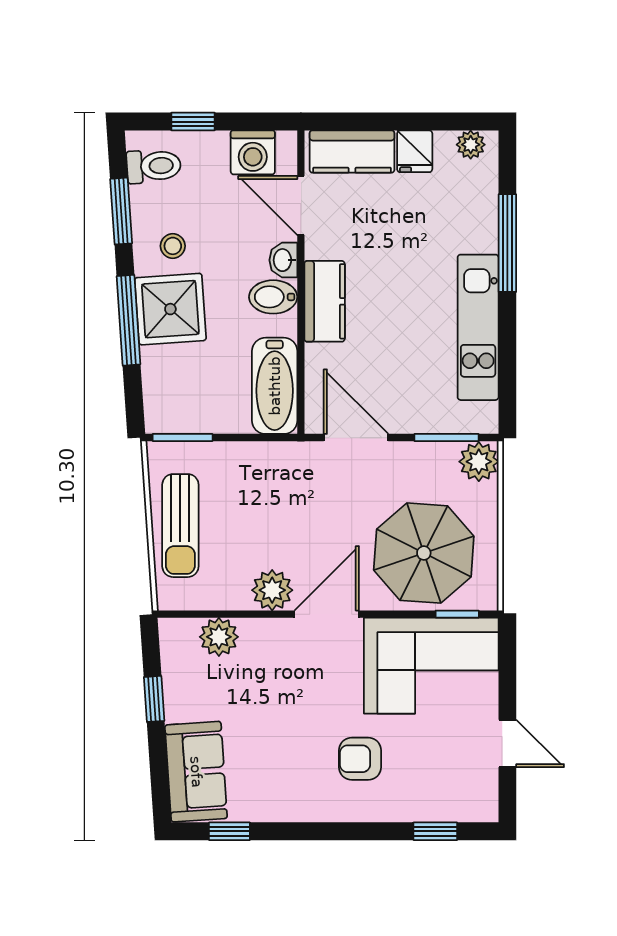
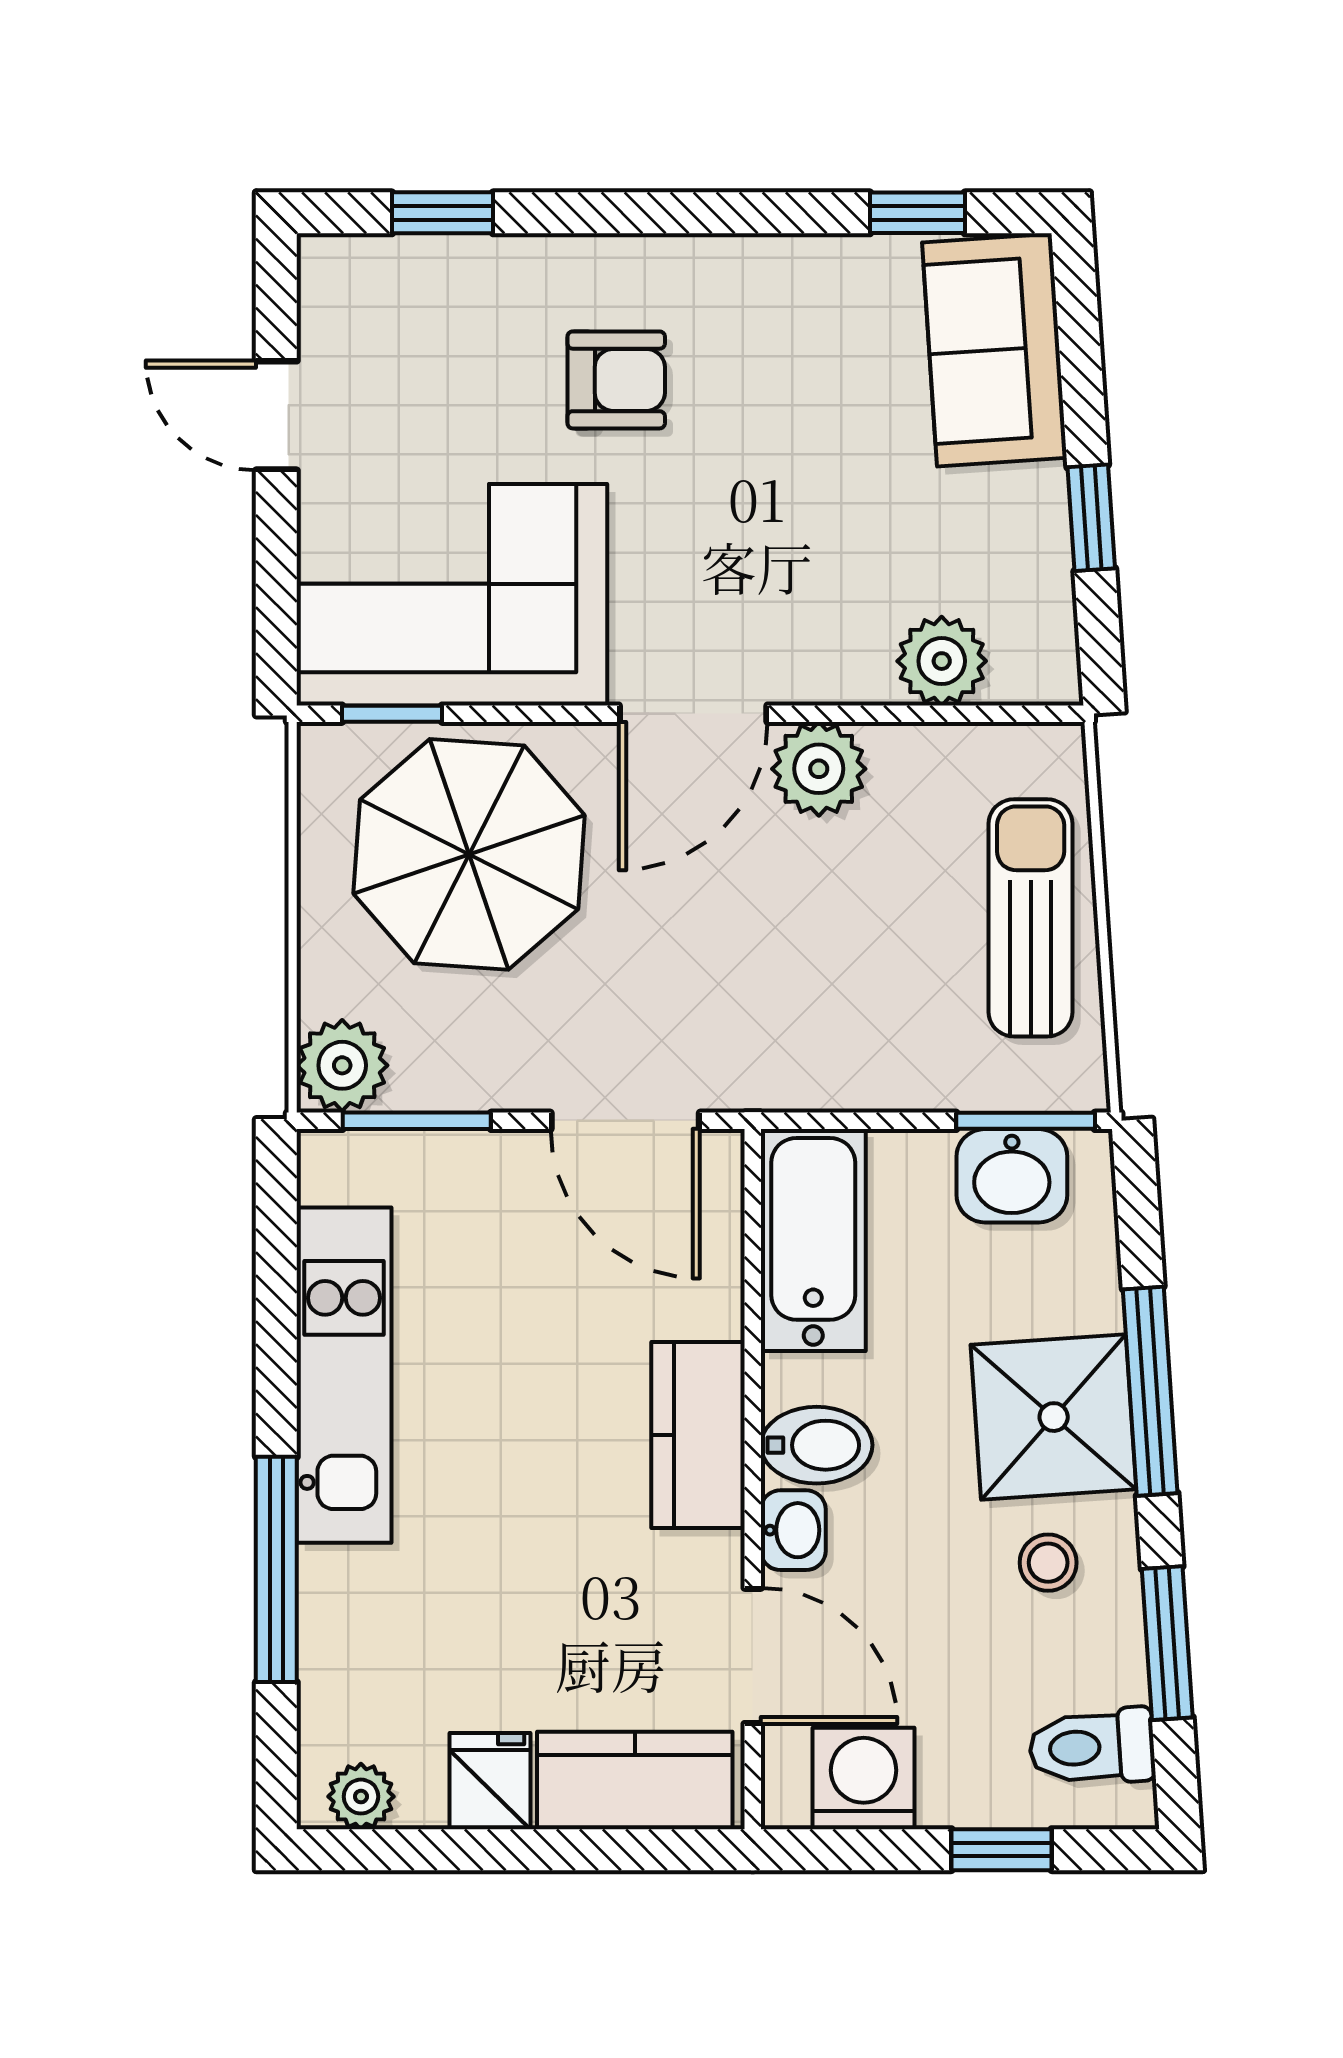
washbasin: (188, 414) -> (1012, 1176), added

